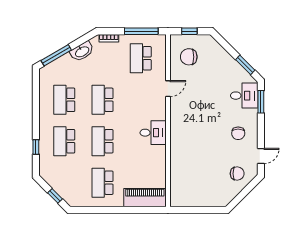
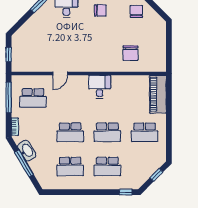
window: (56, 55) -> (24, 164), moved
chair: (189, 57) -> (130, 53), moved
door: (168, 89) -> (60, 74), swing flipped
window: (36, 147) -> (126, 192), moved

